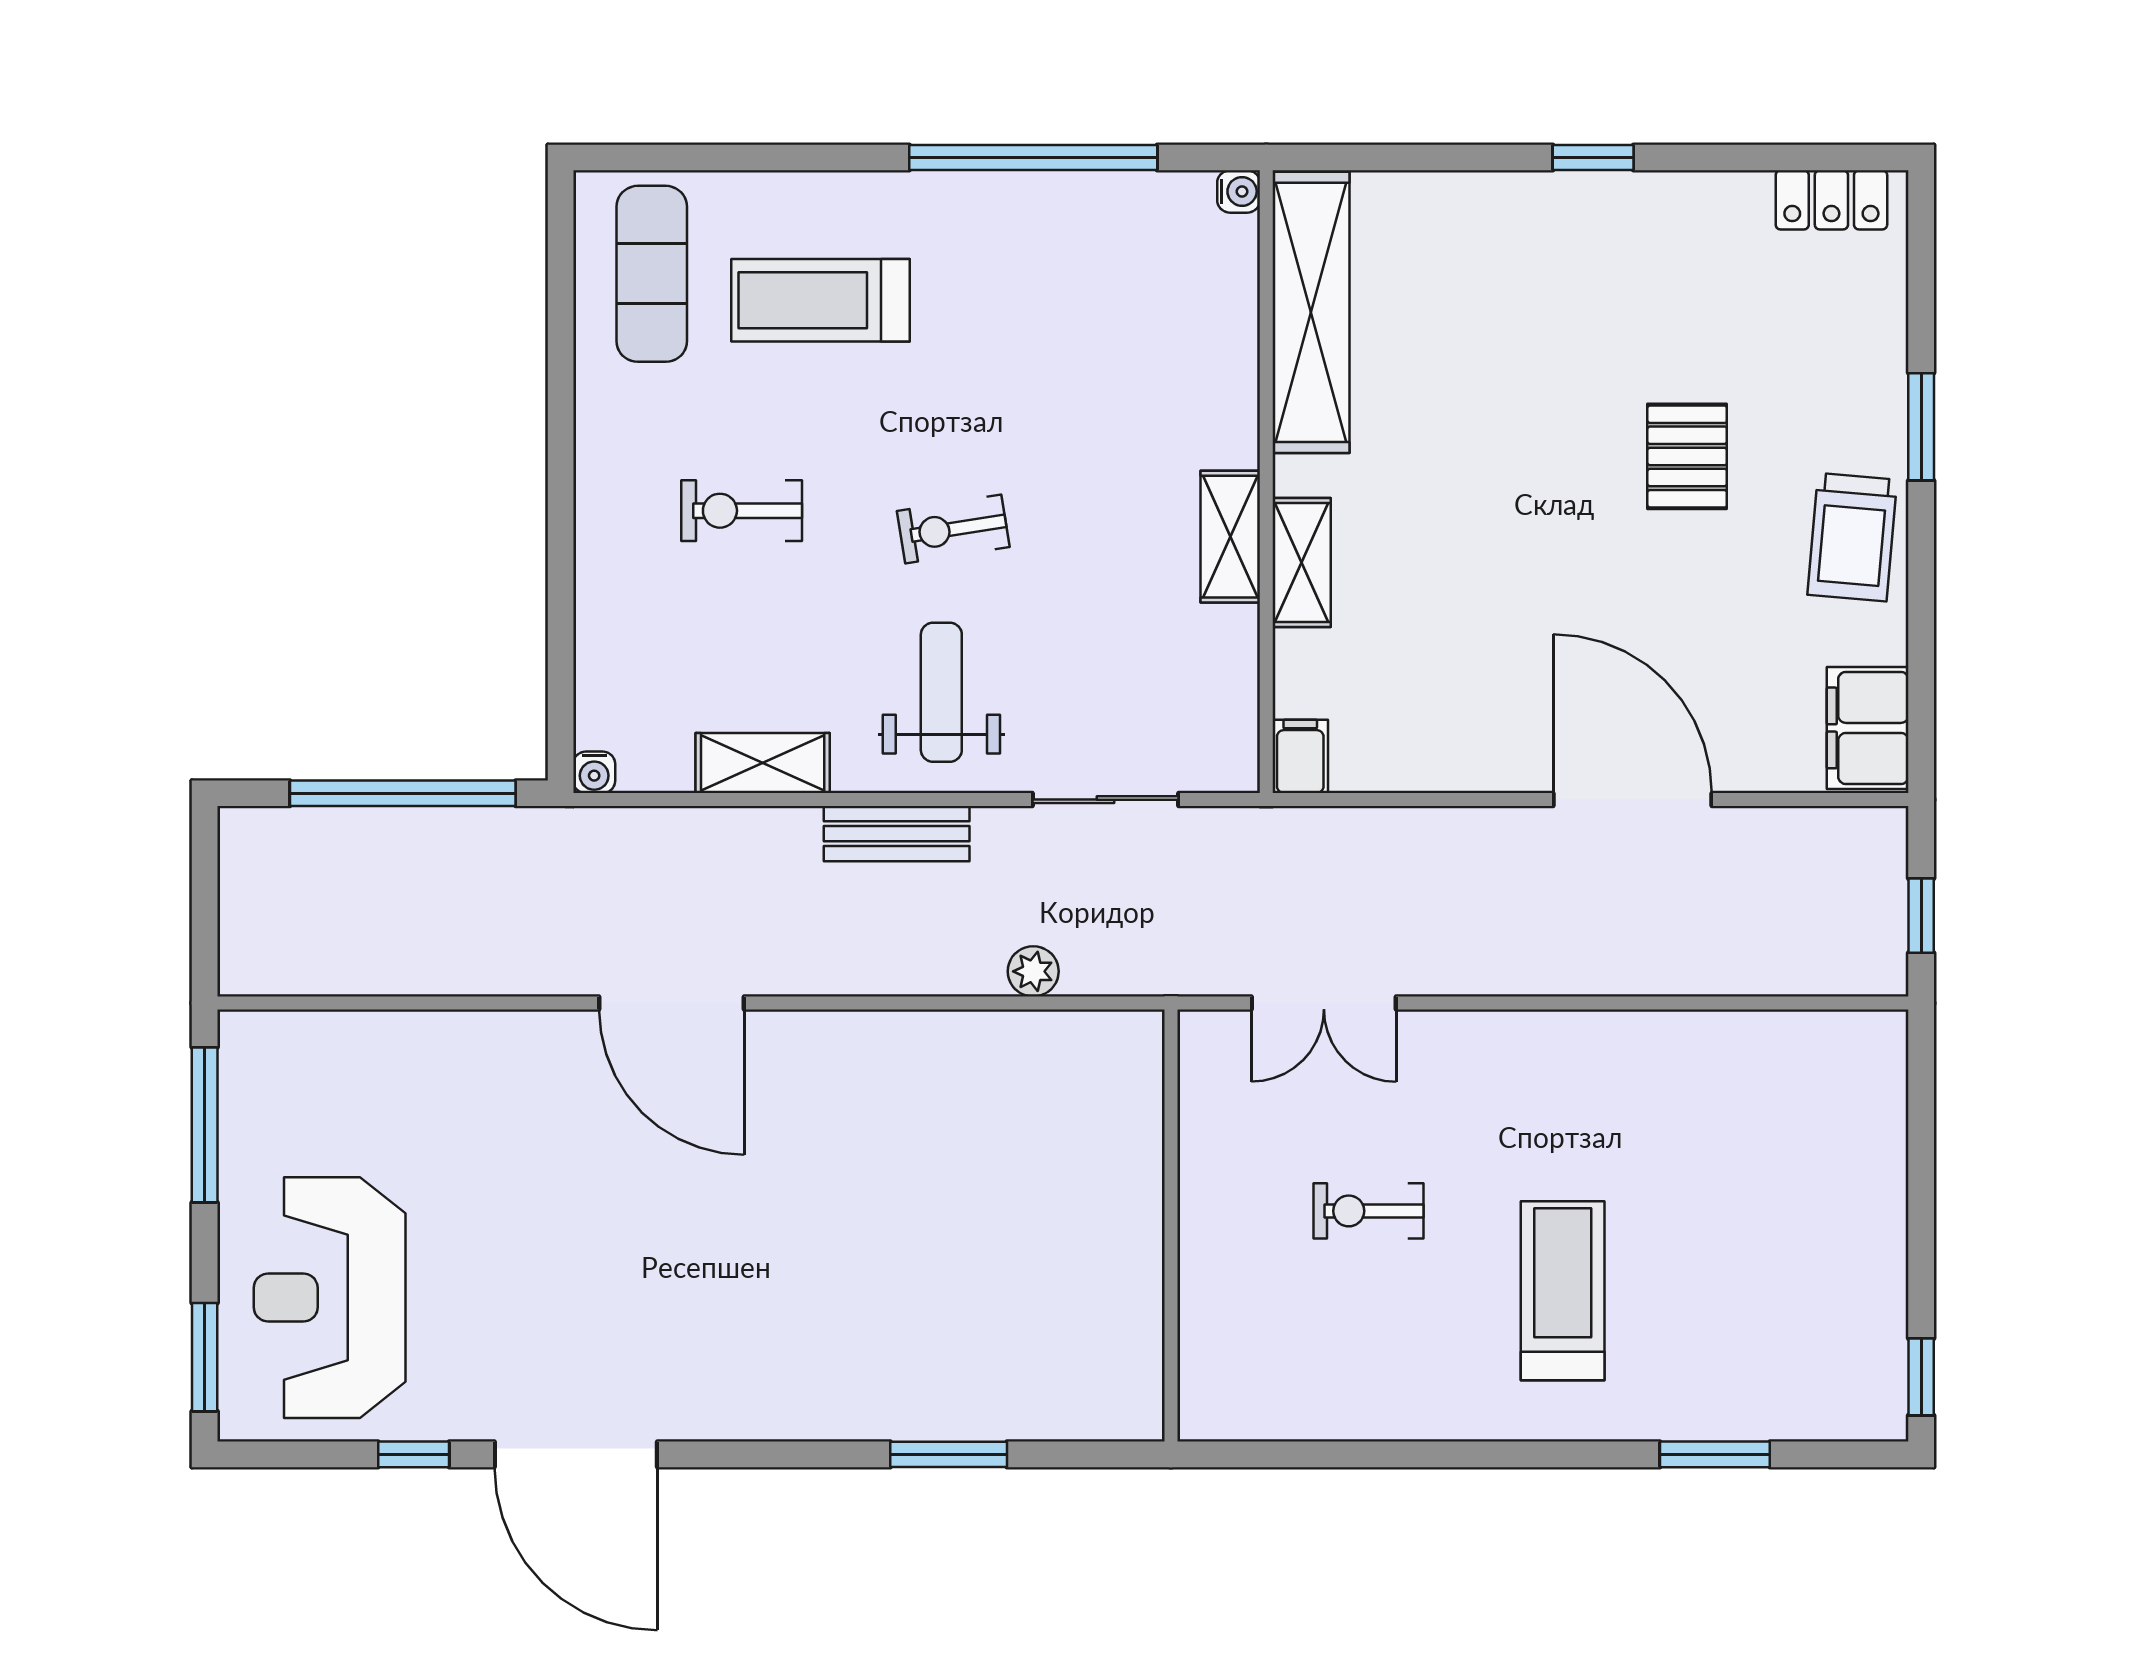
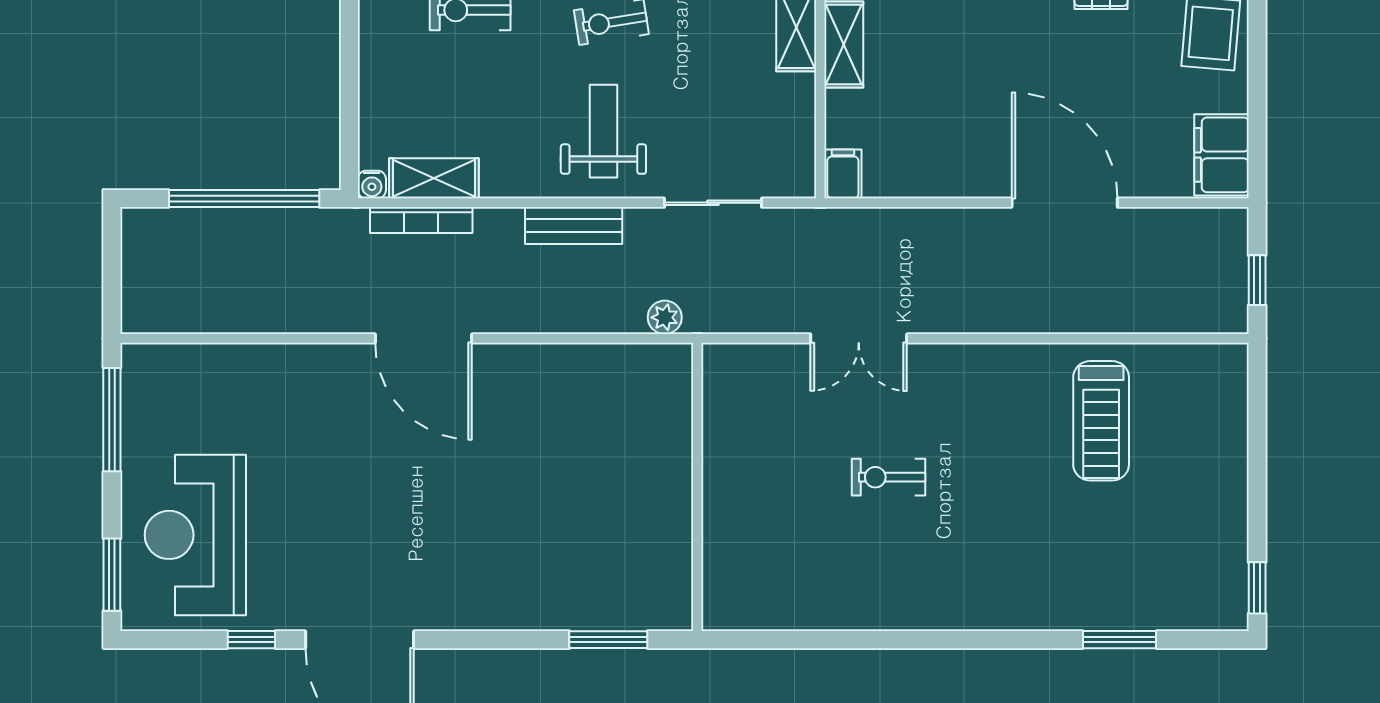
shelving: (763, 763) -> (434, 178), moved
bookcase: (668, 826) -> (421, 220), added
wall: (1171, 1226) -> (697, 487), moved
treadmill: (1563, 1291) -> (1101, 421), moved, turned 180

